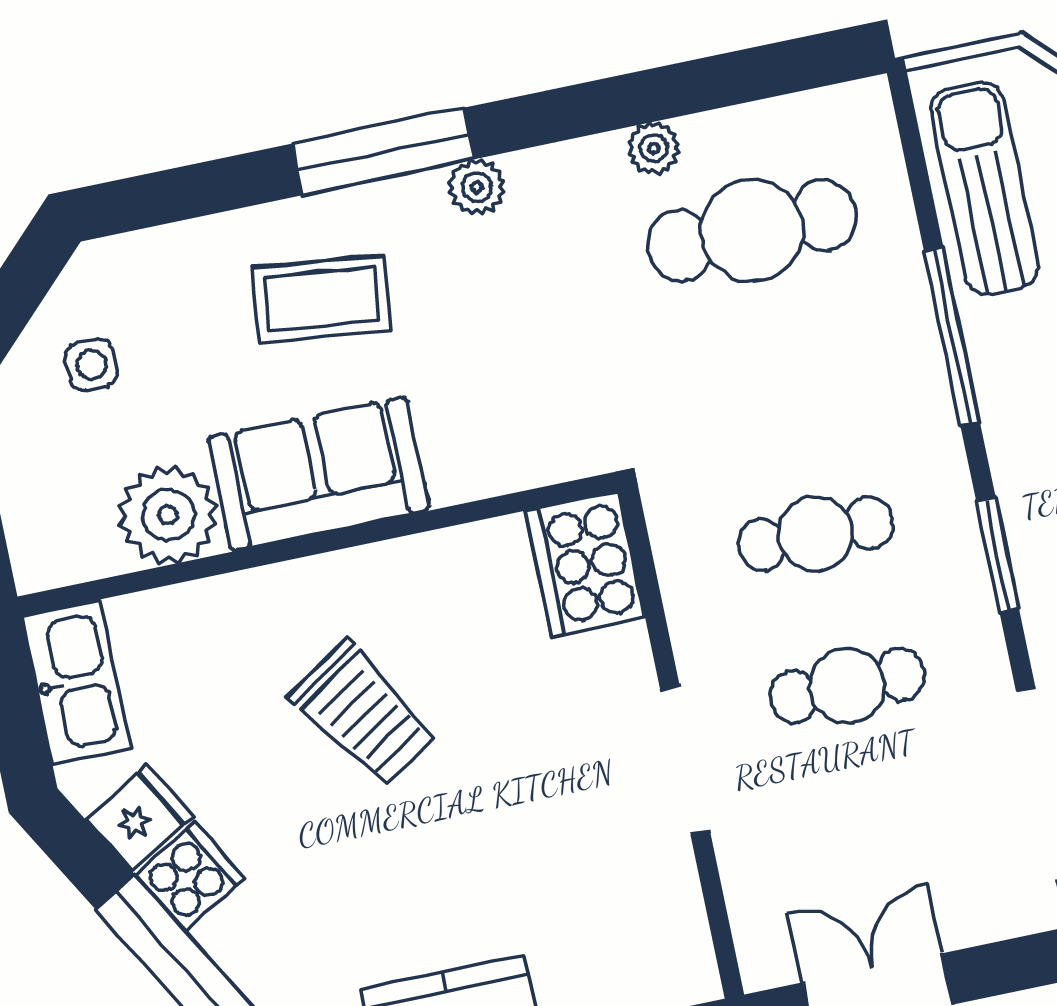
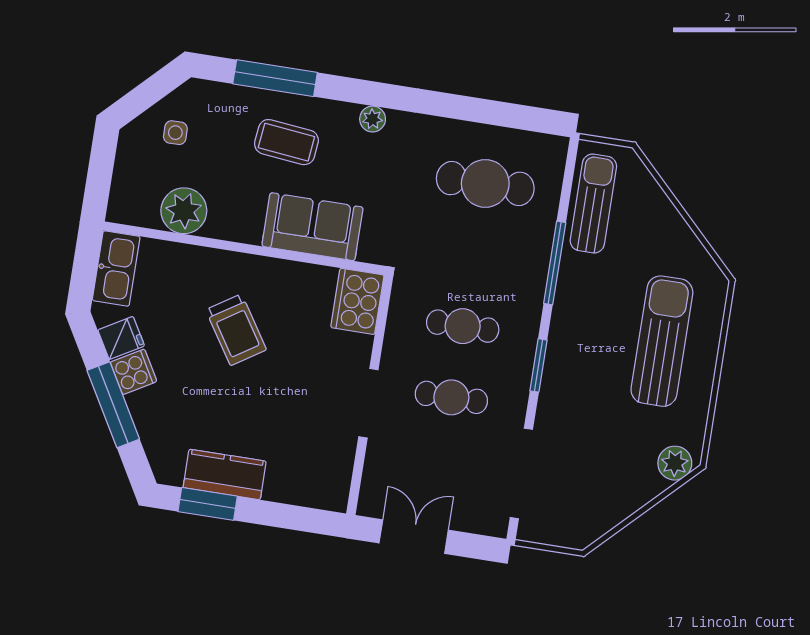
plant: (654, 148) -> (456, 131), removed
window: (383, 151) -> (275, 78), moved
sofa: (319, 474) -> (312, 227), moved

